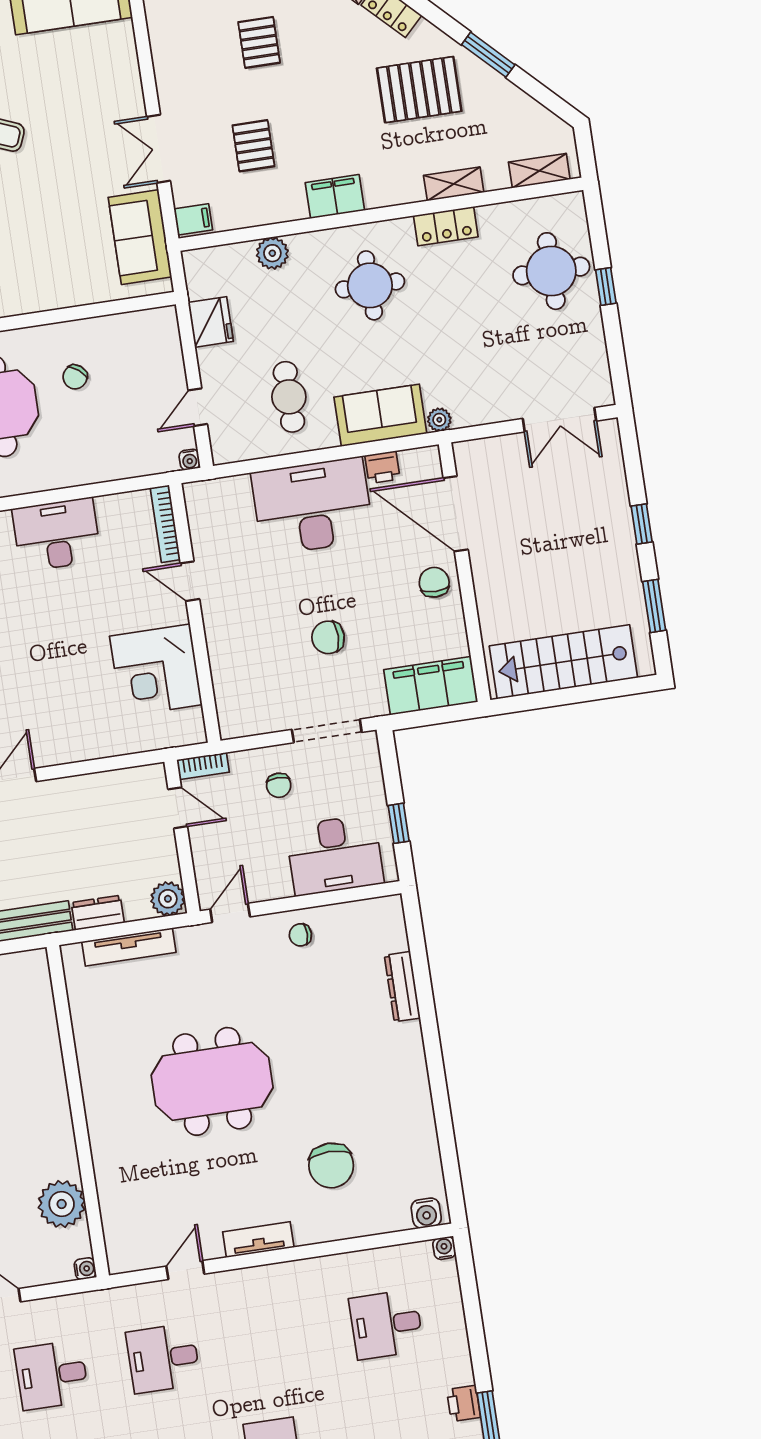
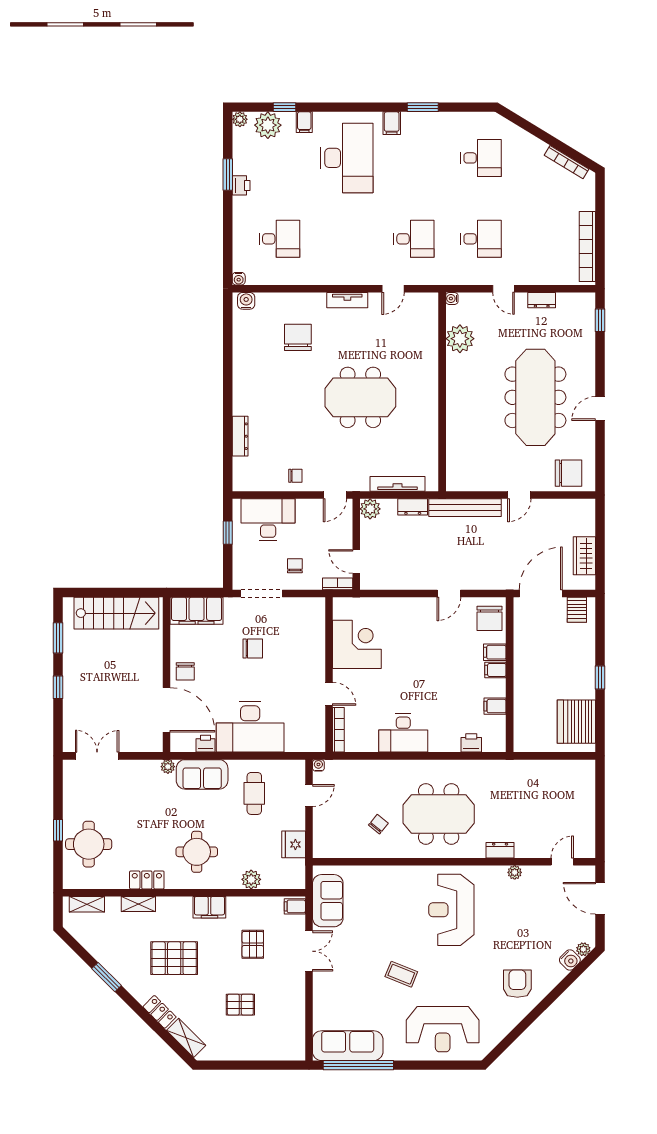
pallet: (259, 42) -> (240, 1005), turned 90
pallet: (419, 90) -> (174, 958), moved

